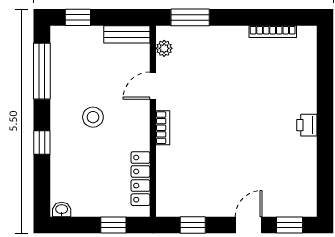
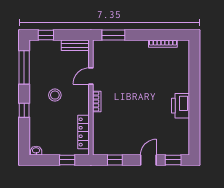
plant: (164, 48) -> (98, 54), removed
printer: (307, 125) -> (181, 106), width x1.87, depth x1.48

